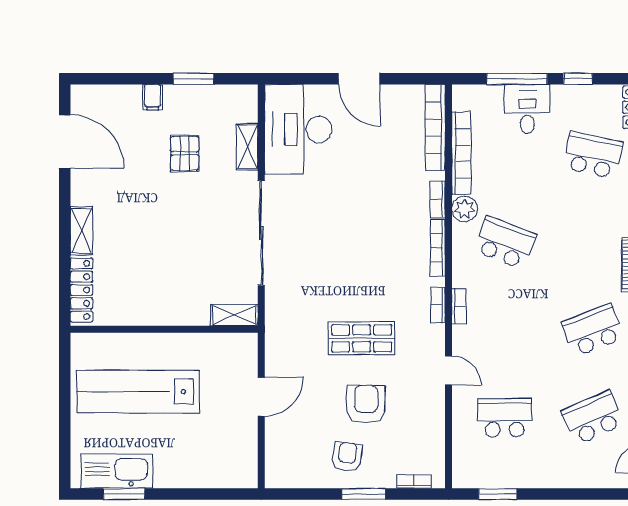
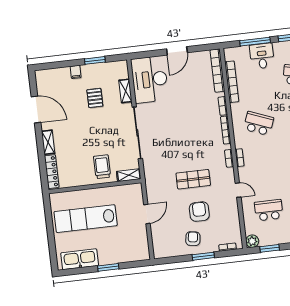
door: (359, 79) -> (177, 51), hinge flipped
door: (65, 141) -> (36, 110), moved
plant: (465, 209) -> (252, 241), moved
trolley: (183, 292) -> (102, 167), added
window: (124, 494) -> (108, 267), moved

